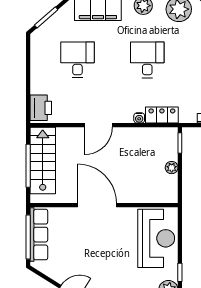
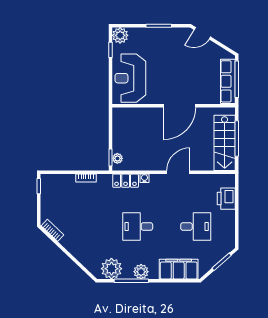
desk: (77, 60) -> (196, 227), turned -90
desk: (147, 60) -> (138, 227), turned 90
printer: (41, 108) -> (226, 199), moved
plant: (172, 168) -> (117, 158), moved
door: (97, 205) -> (179, 106), hinge flipped

